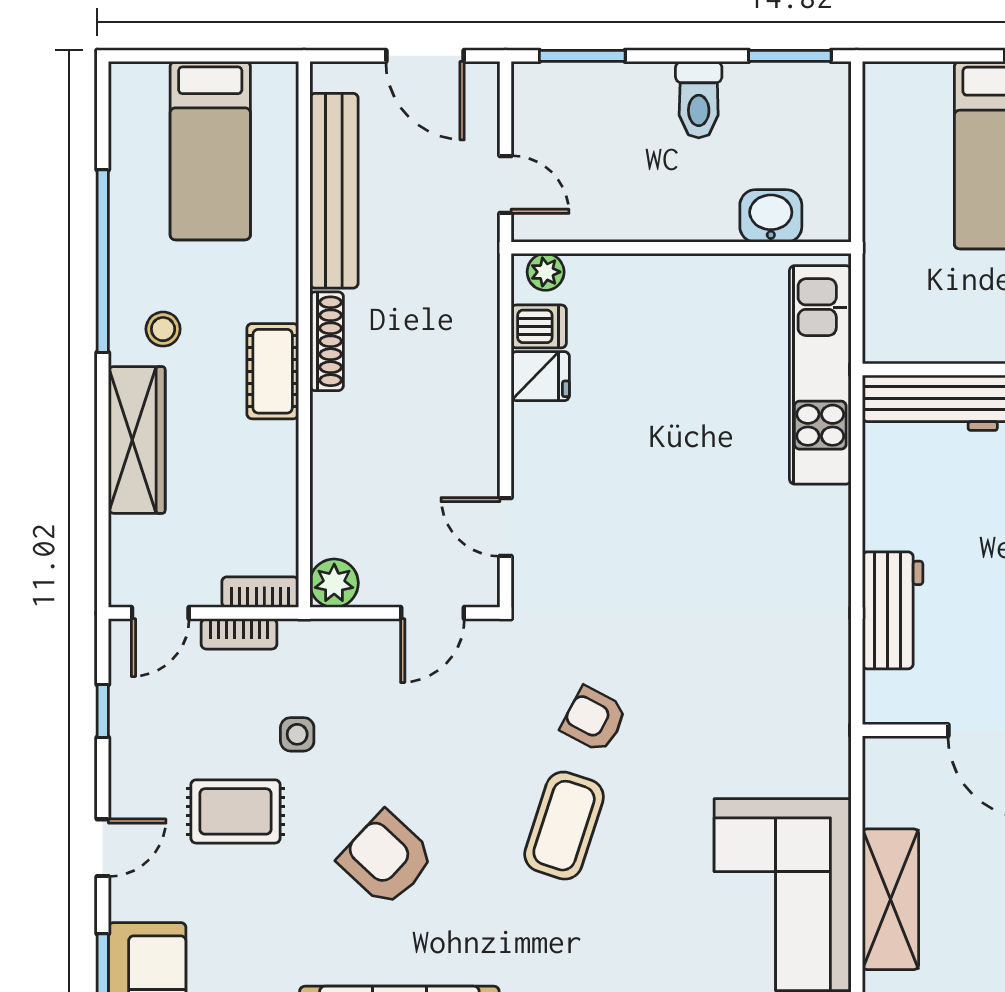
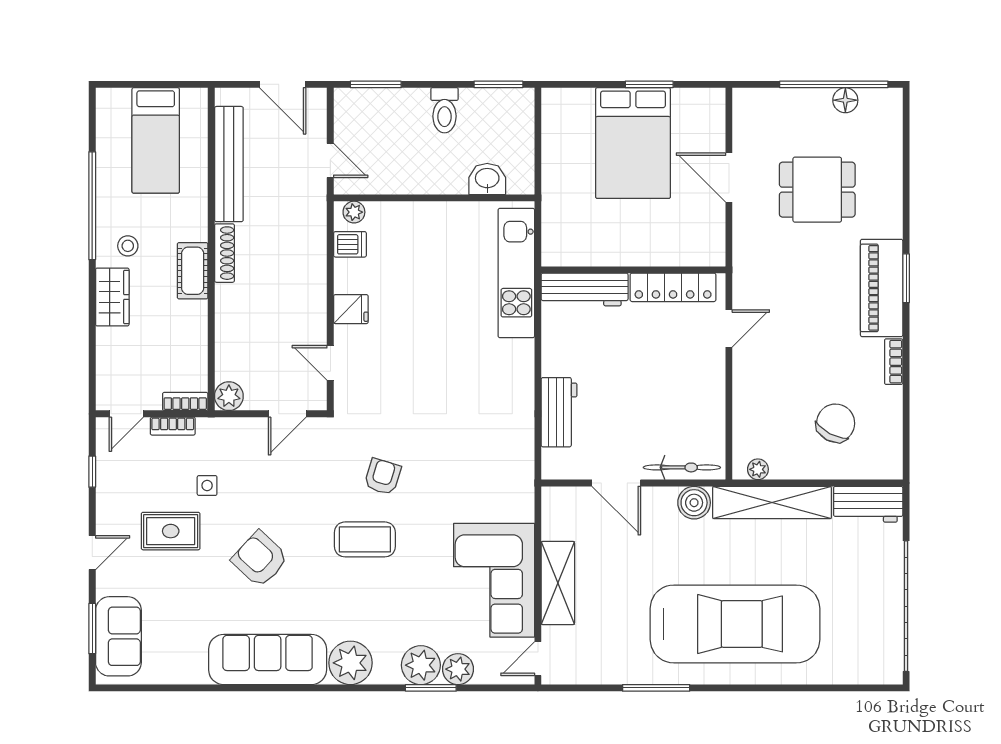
fridge: (540, 376) -> (351, 309), moved
wardrobe: (137, 440) -> (112, 297), width x0.67
armchair: (594, 719) -> (383, 477), turned 79
coffee table: (564, 826) -> (365, 539), turned 72

